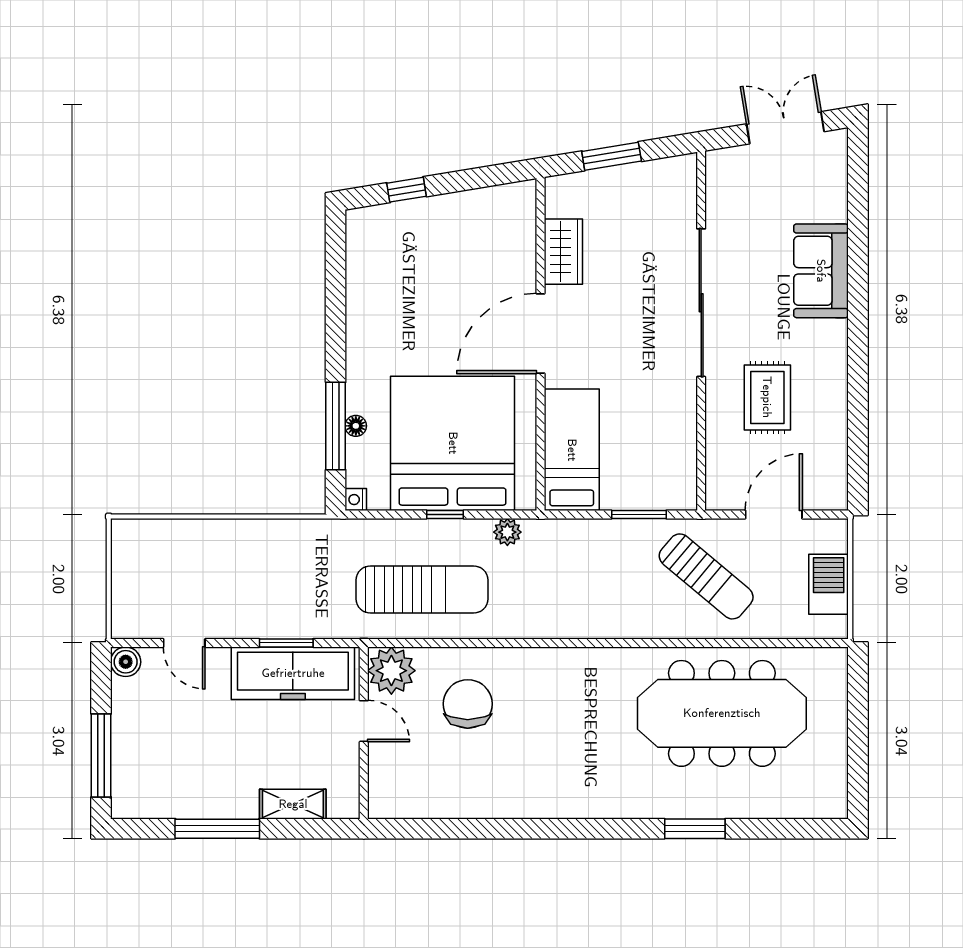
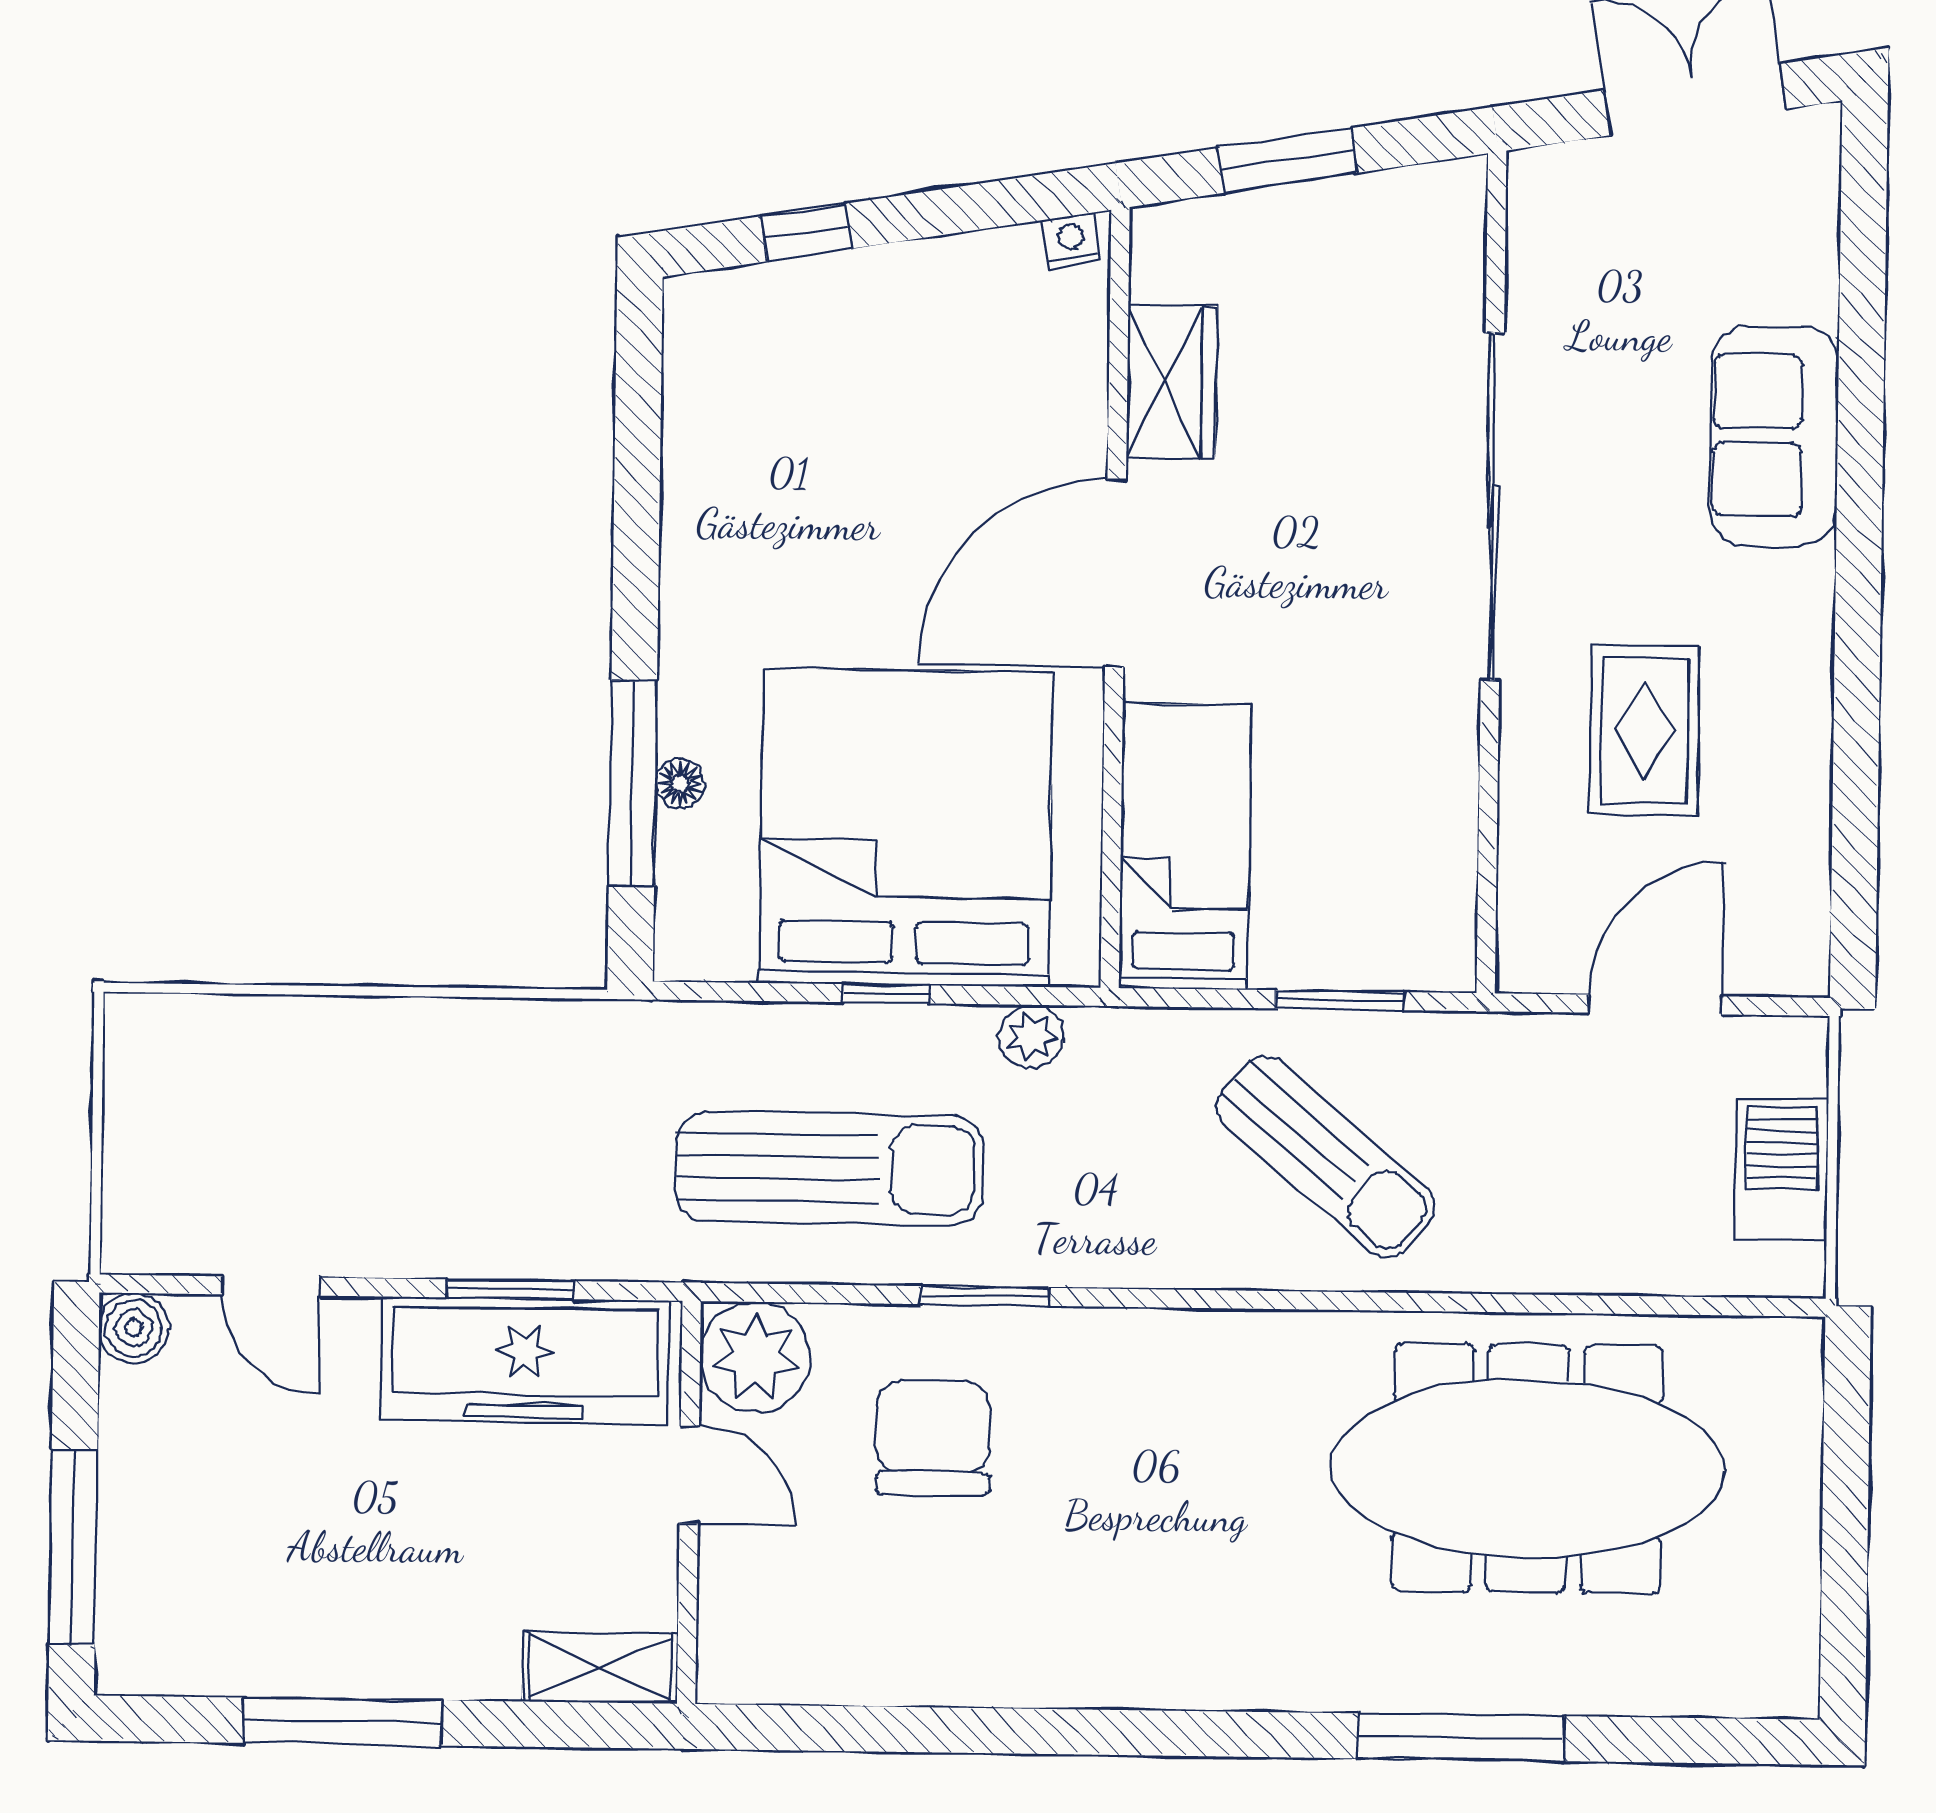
nightstand: (356, 500) -> (1071, 240), moved, turned 81
sun lounger: (706, 576) -> (1326, 1157), moved
window: (489, 643) -> (985, 1296), added
shelving: (293, 804) -> (600, 1668), moved
window: (695, 829) -> (1461, 1737), width x1.44

